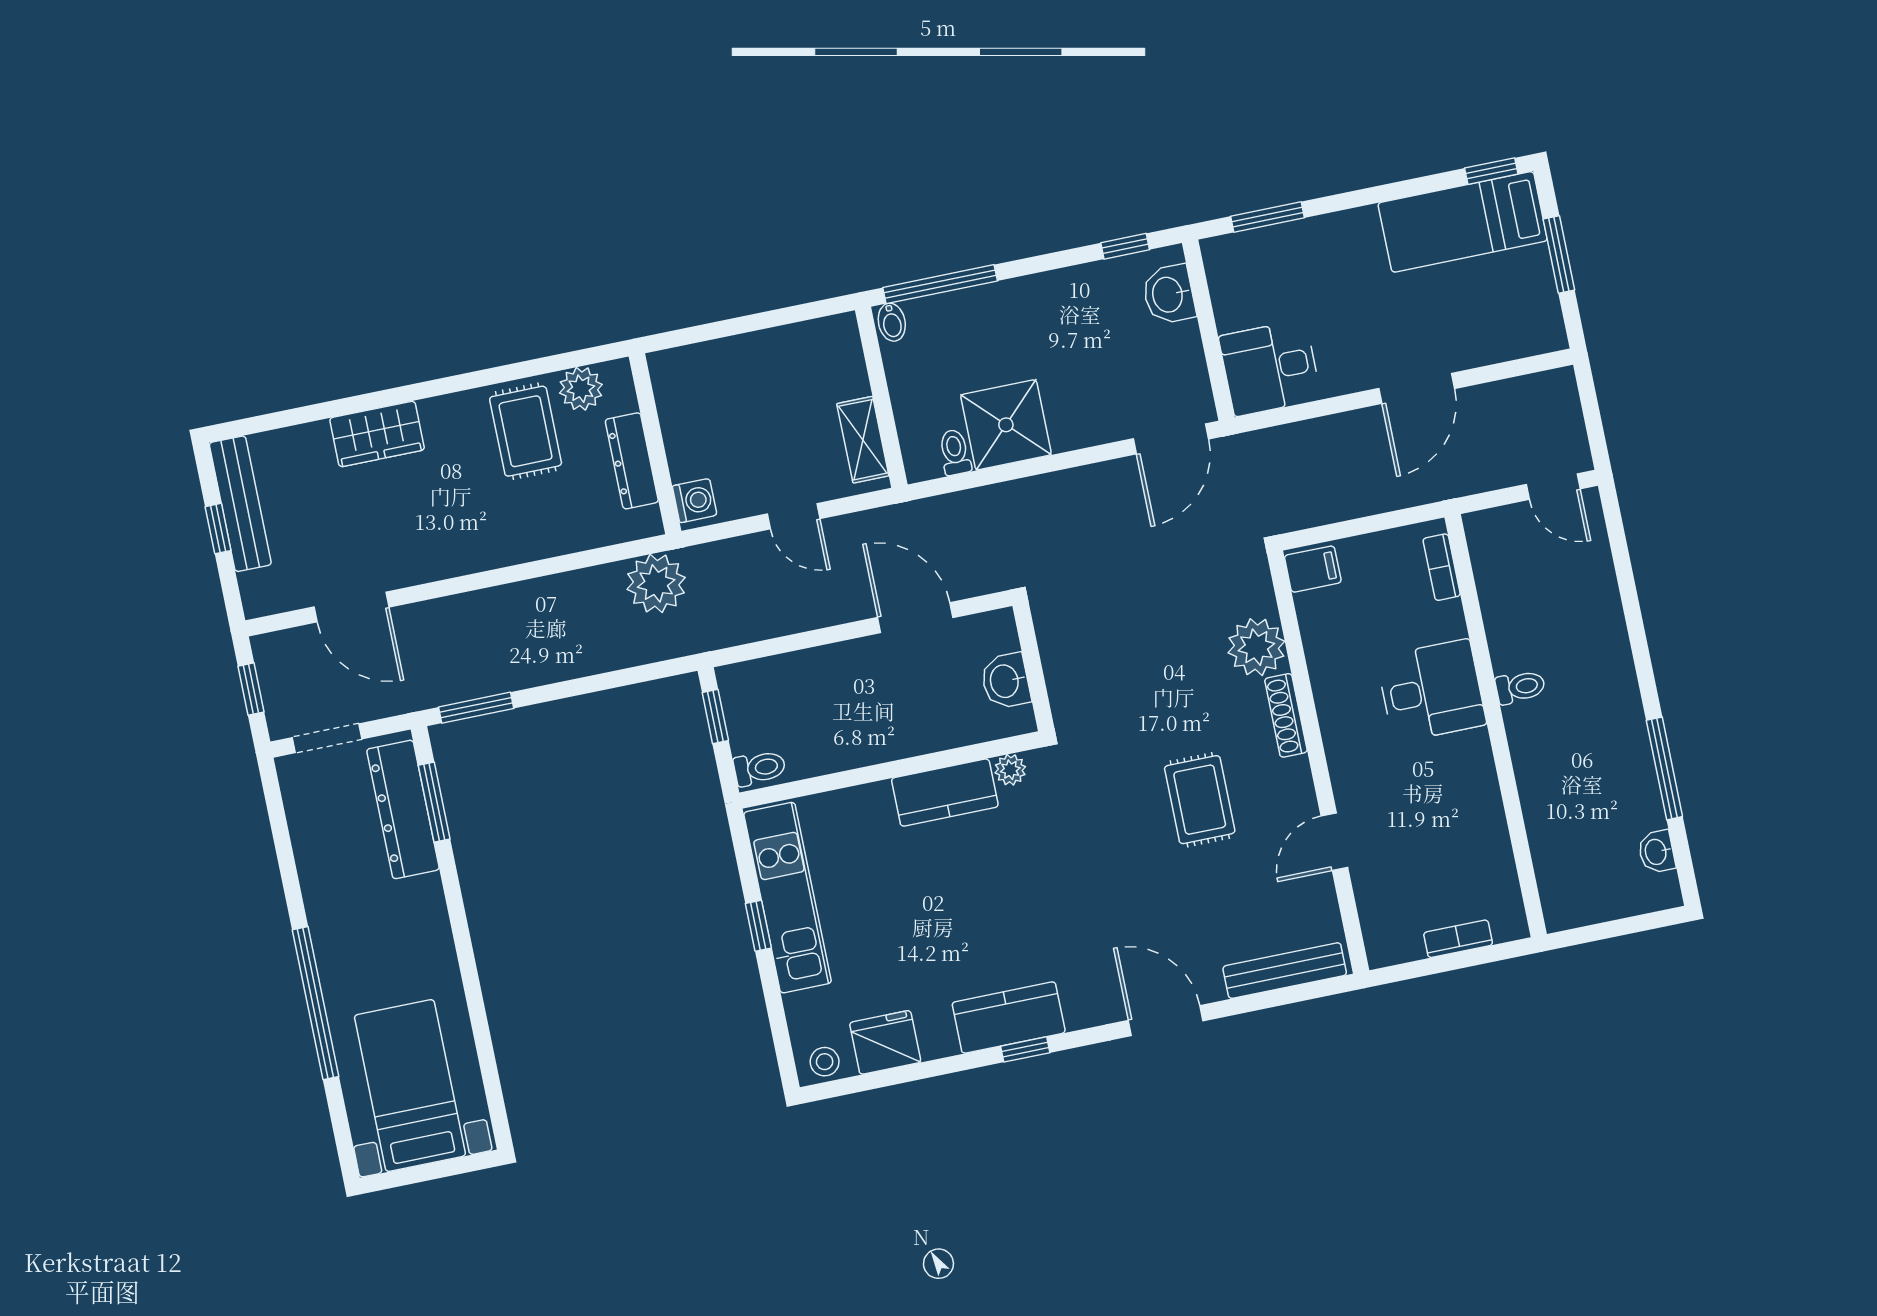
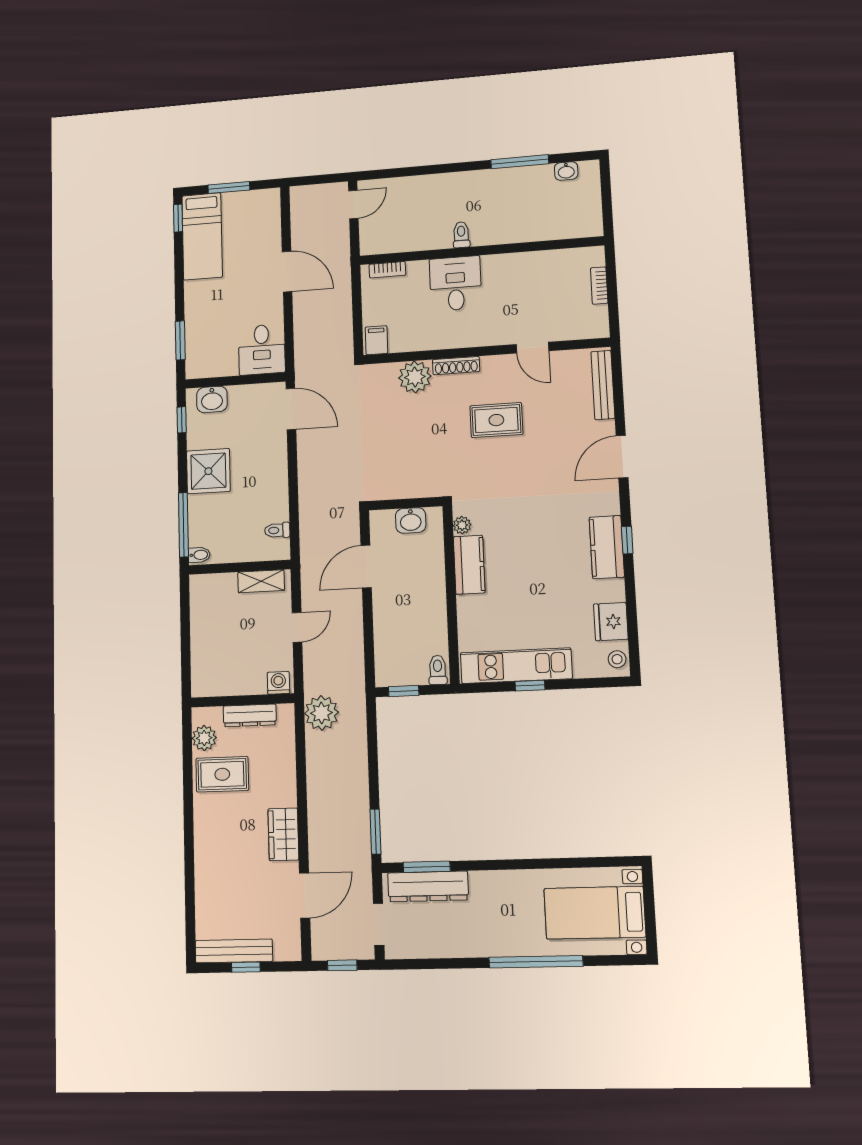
shower: (1006, 425) -> (208, 471), moved
wardrobe: (377, 434) -> (283, 834), moved, turned 180

